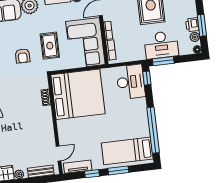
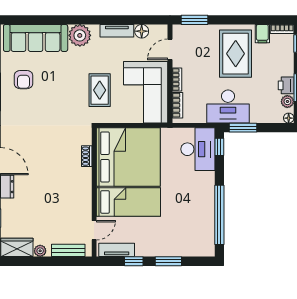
desk: (161, 45) -> (228, 106), moved
armchair: (23, 56) -> (63, 99), removed
bed: (127, 151) -> (128, 202), moved, turned 180

